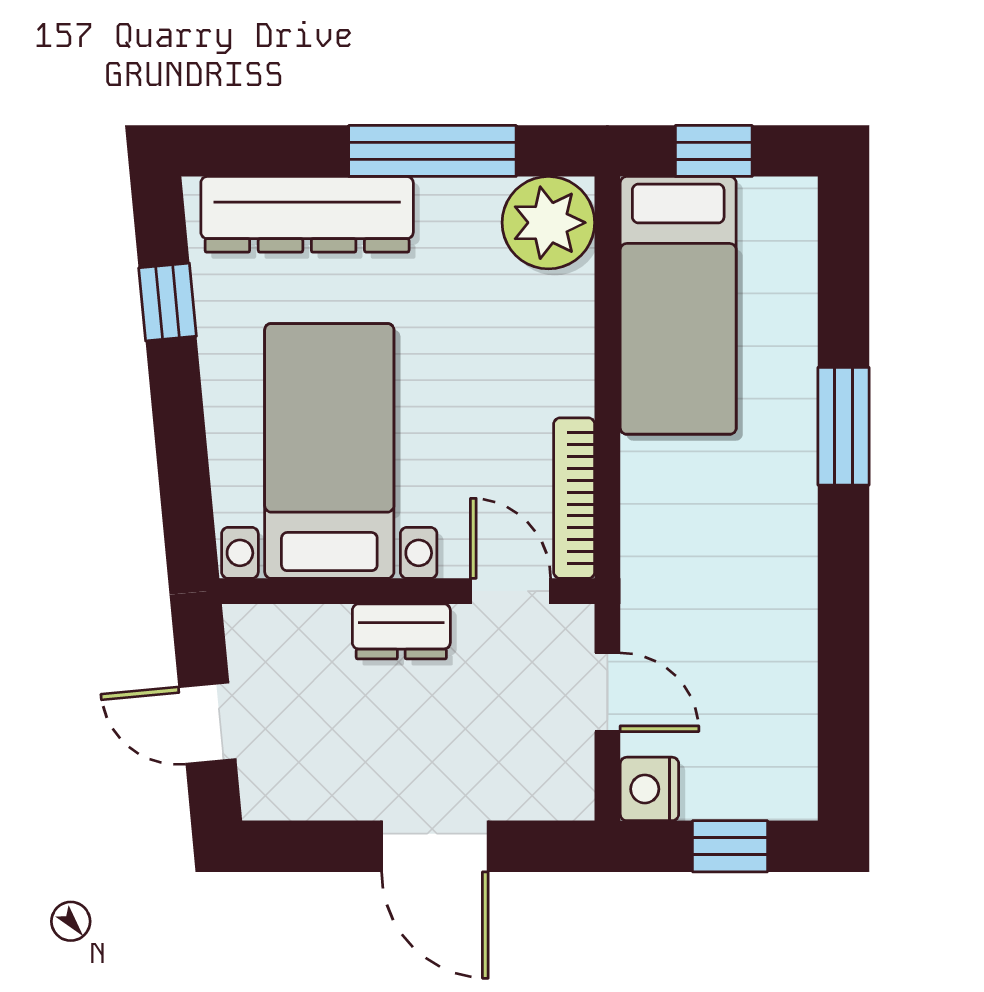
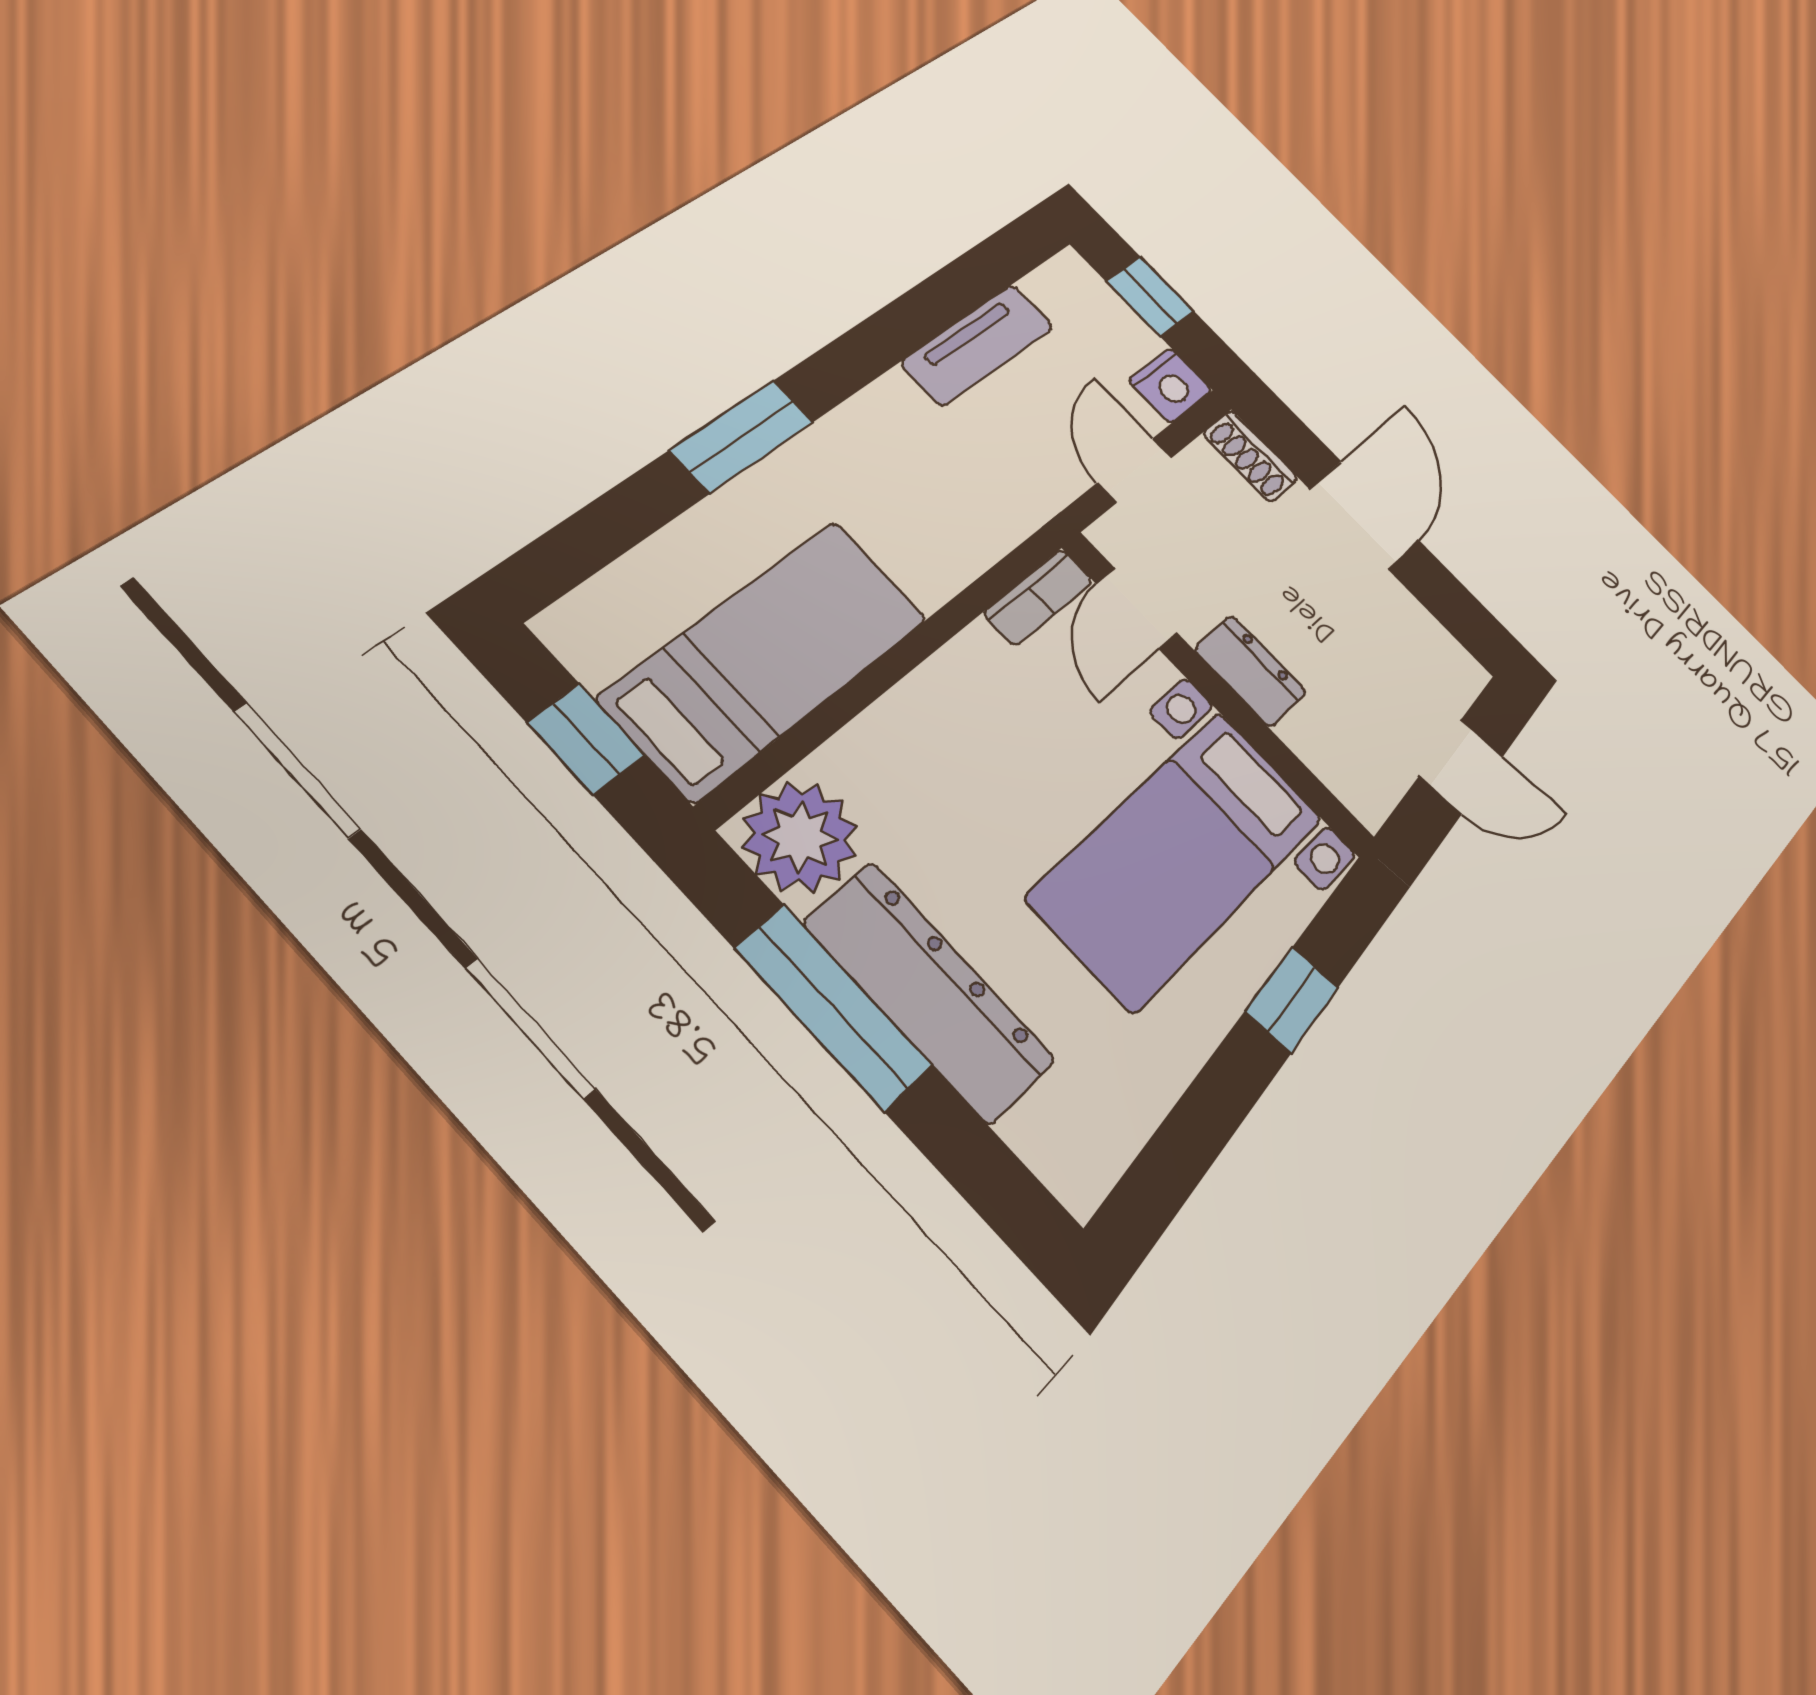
dresser: (307, 214) -> (930, 992), moved
window: (168, 302) -> (1292, 1000), moved
bookcase: (574, 498) -> (1038, 597), width x0.64
tv unit: (789, 664) -> (978, 345), added
door: (207, 723) -> (1461, 767), hinge flipped
shoe rack: (549, 798) -> (1251, 456), added

